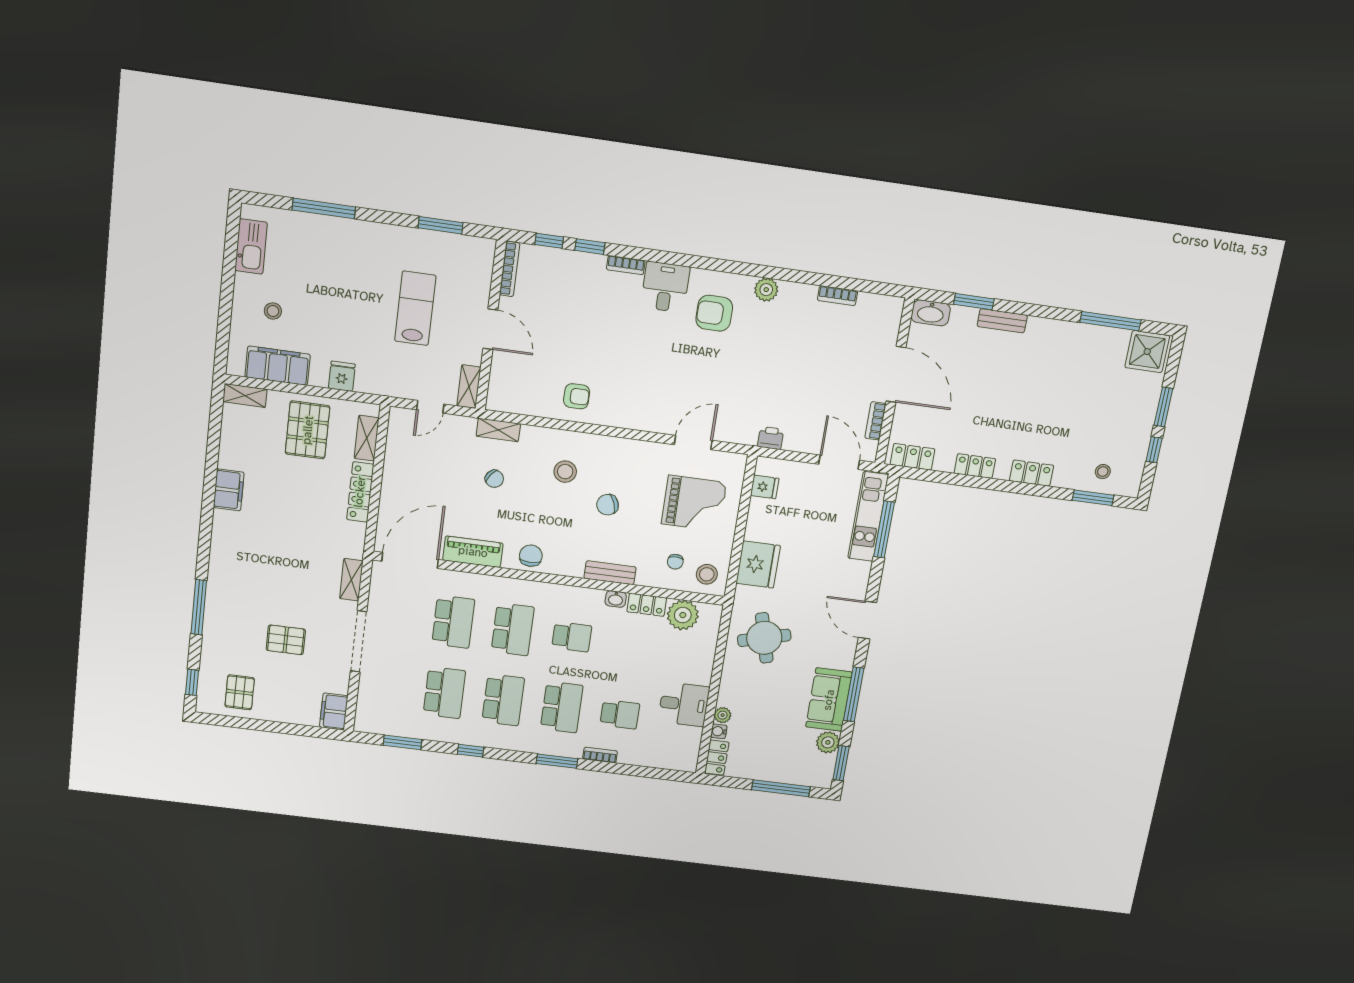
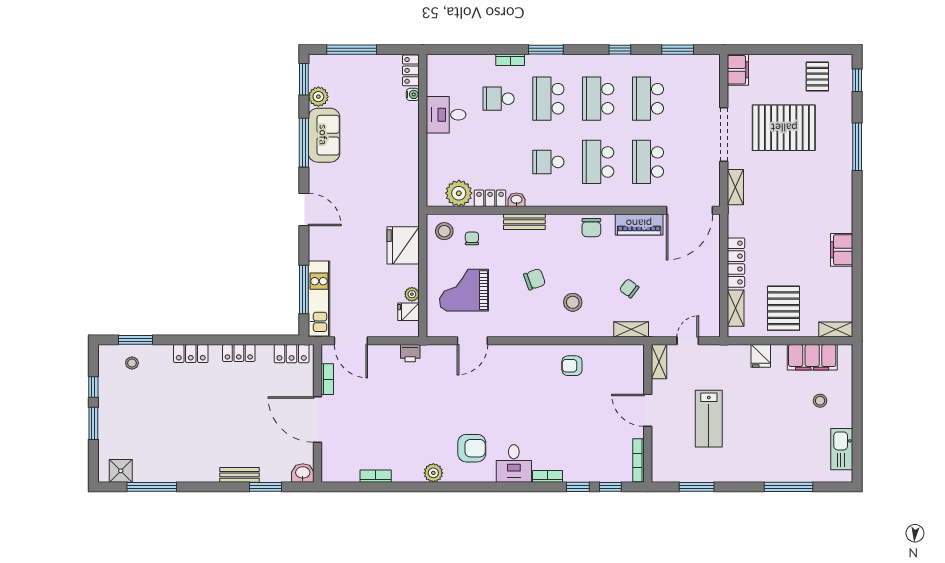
washbasin: (931, 313) -> (303, 473), width x0.72
shower: (1147, 352) -> (121, 471), width x0.73, depth x0.73
round table: (764, 638) -> (388, 182), removed
pallet: (286, 640) -> (784, 128), width x2.05, depth x2.00
plant: (723, 715) -> (412, 294), moved

